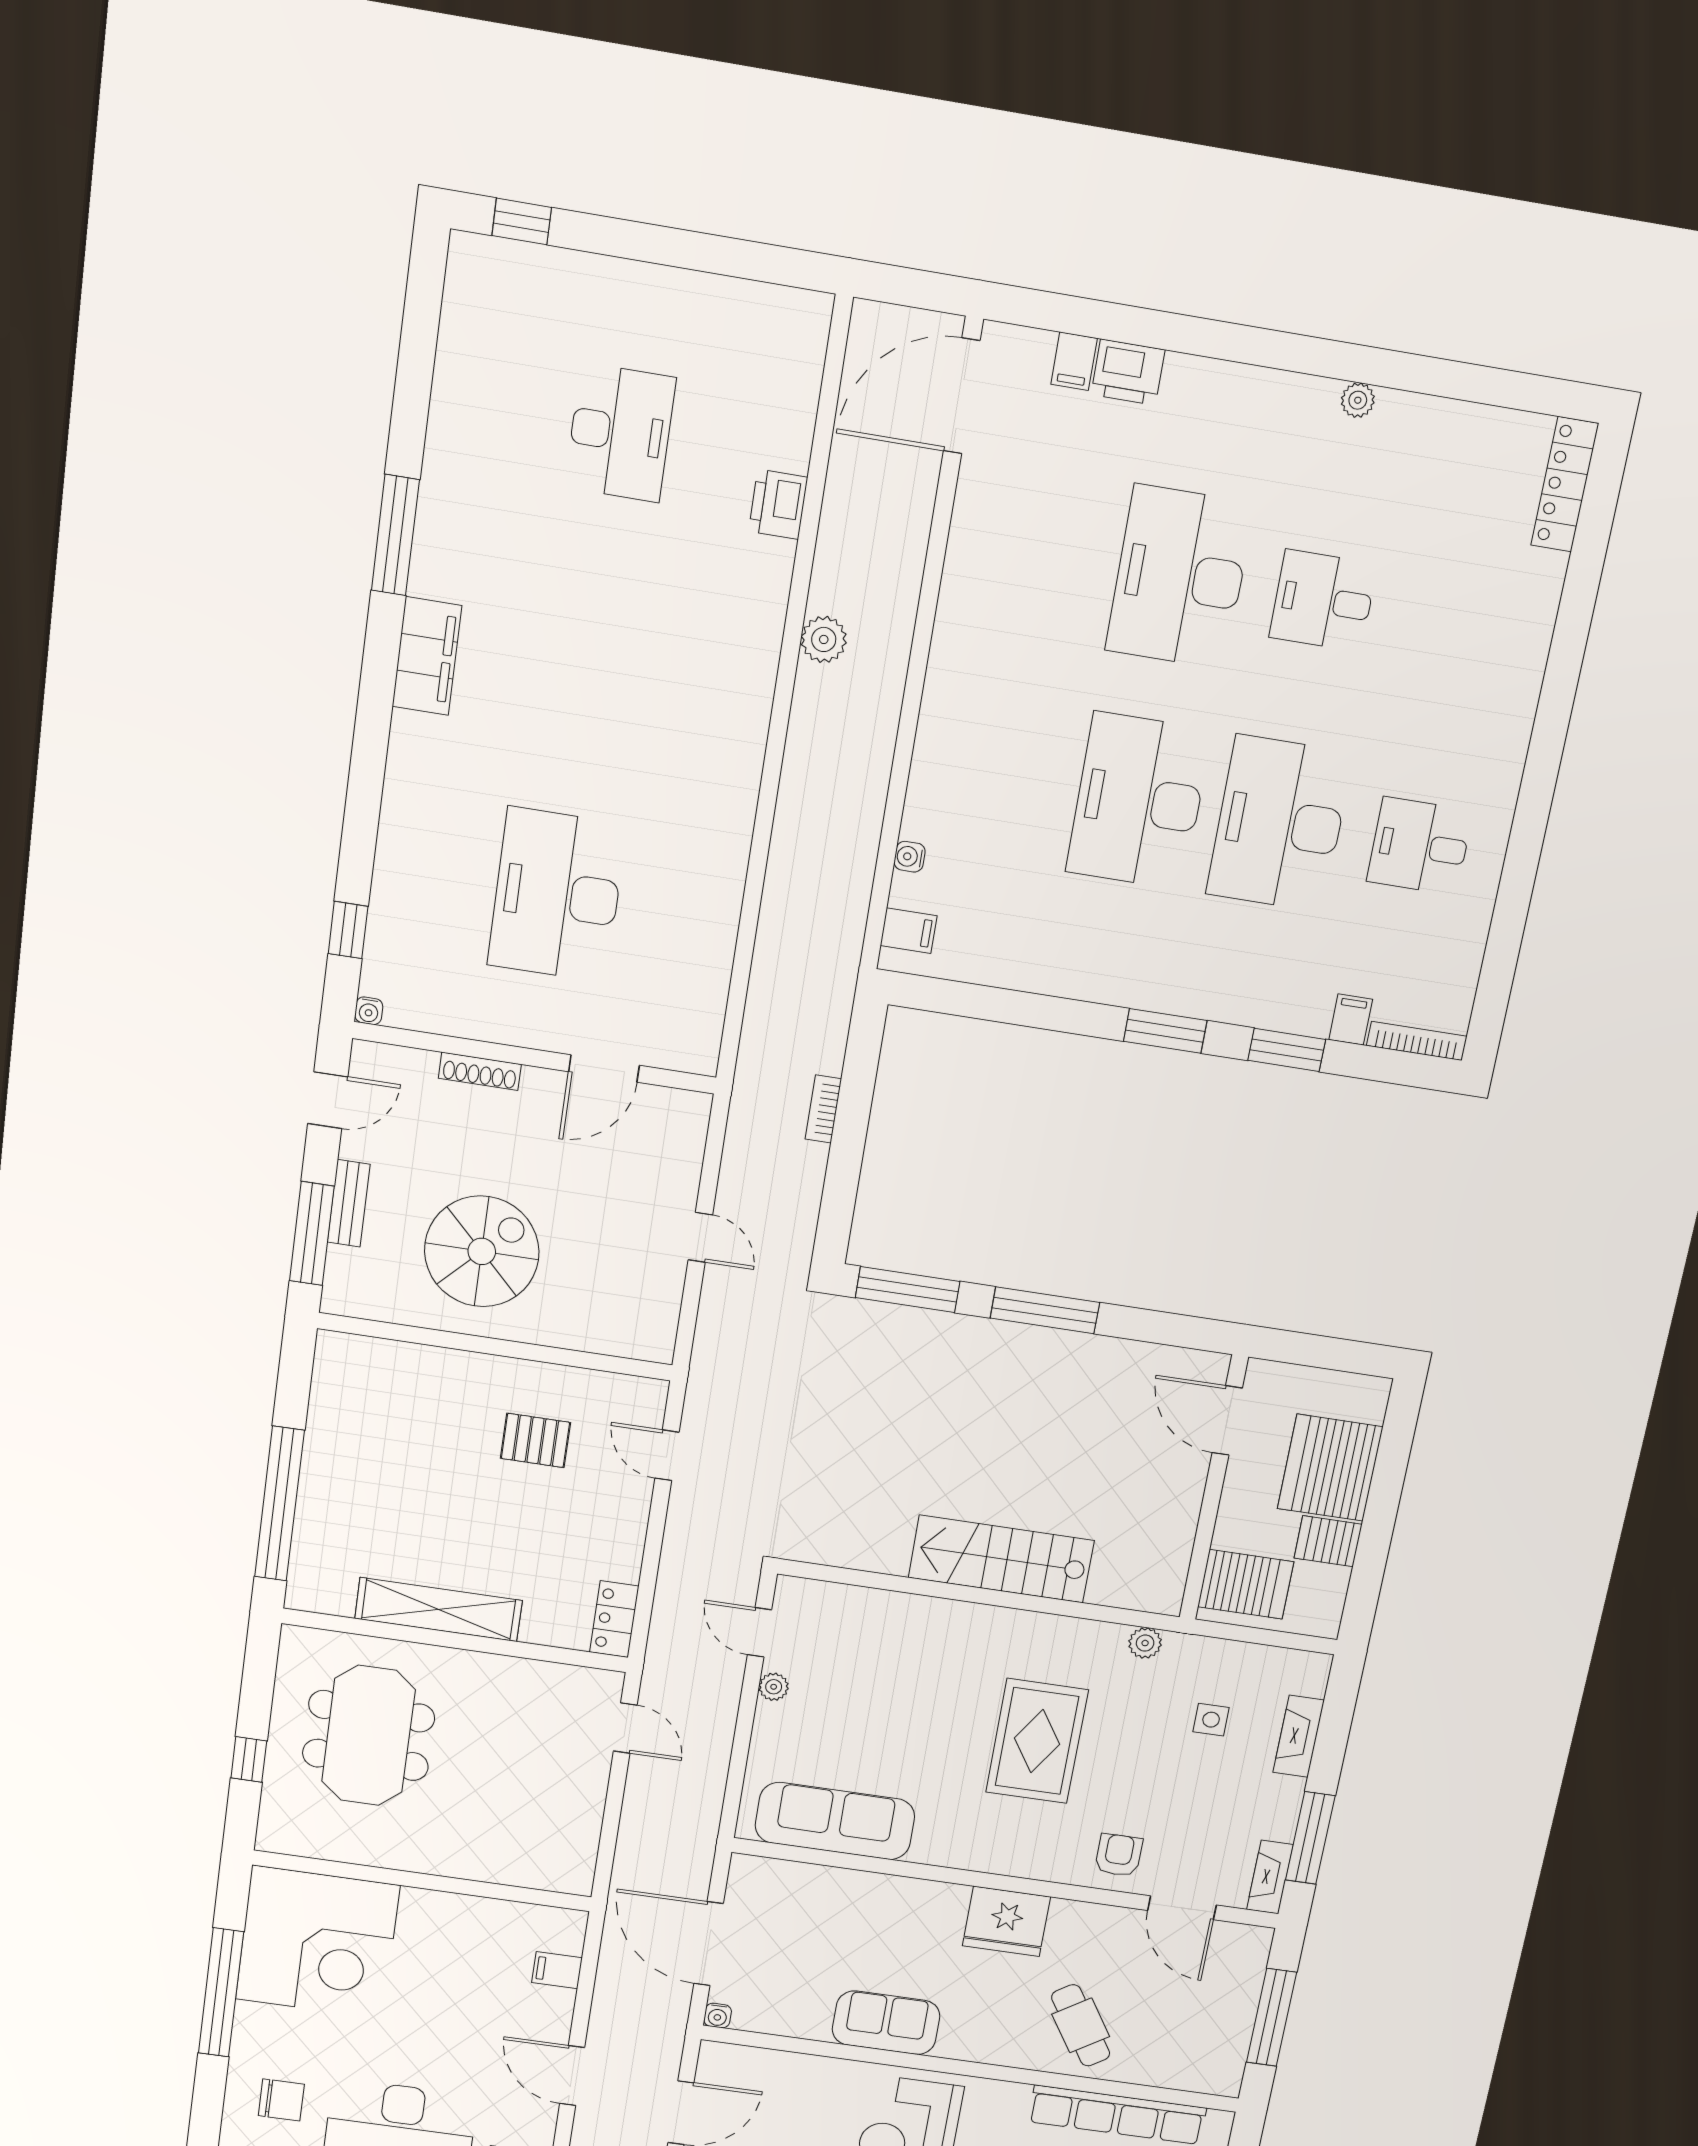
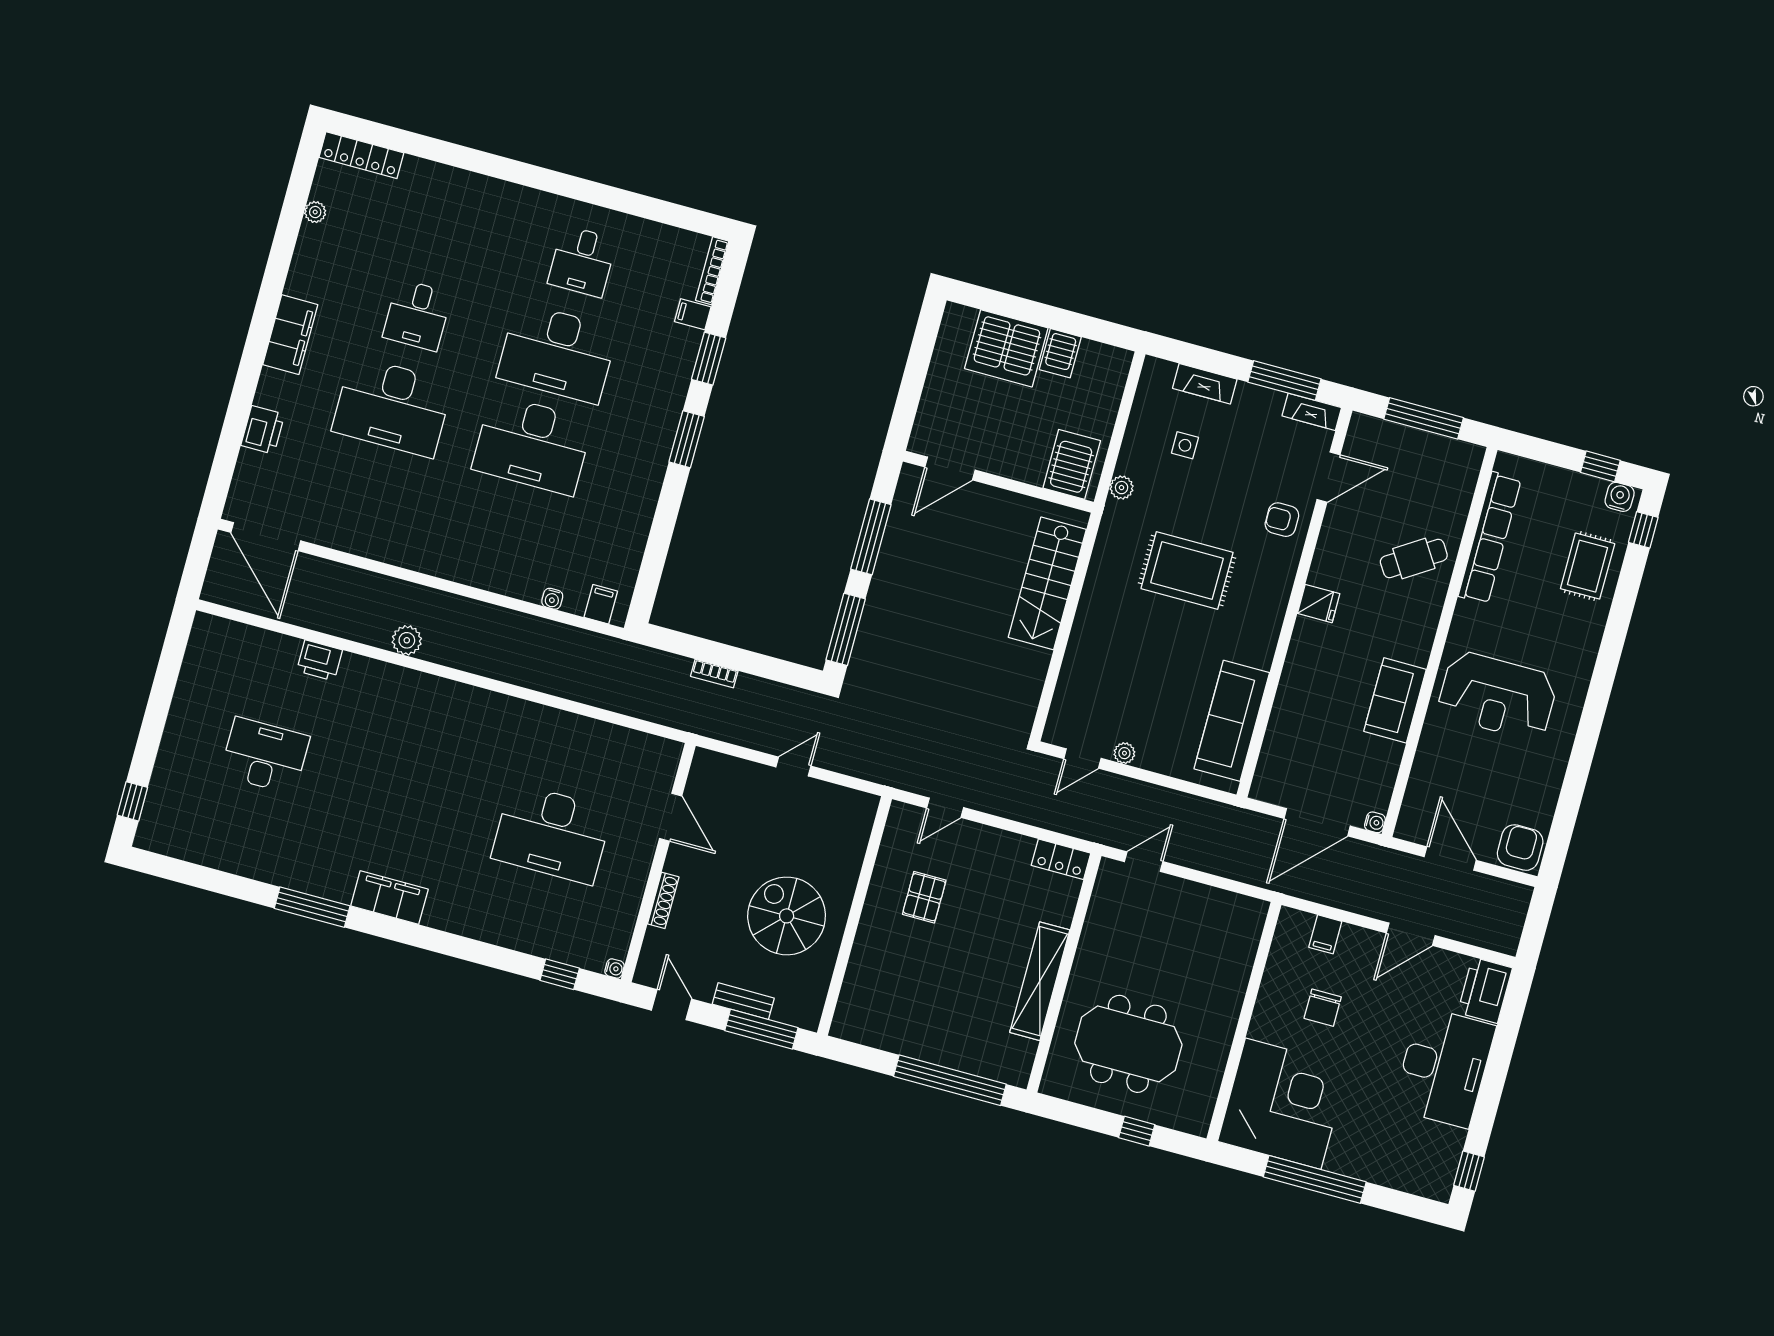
filing cabinet: (1074, 361) -> (290, 335), moved, width x3.00, depth x1.17
plant: (1358, 400) -> (315, 212), moved
door: (1227, 1420) -> (950, 469), moved
wall: (1214, 1488) -> (998, 482), moved
server rack: (1246, 1584) -> (1072, 464), moved
fridge: (1006, 1921) -> (1319, 604), width x0.53, depth x0.75
chair: (281, 2100) -> (1323, 1008), moved, turned 180

